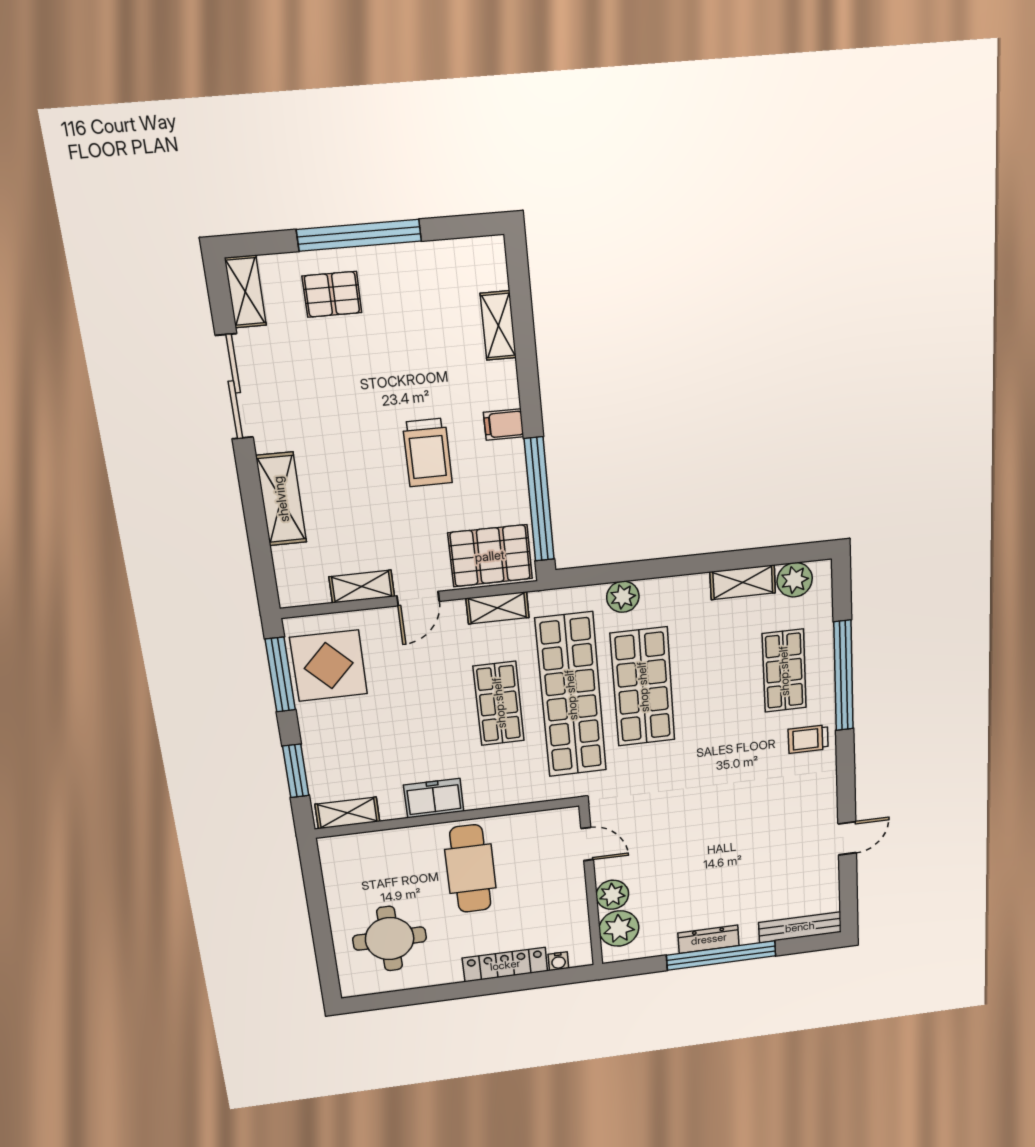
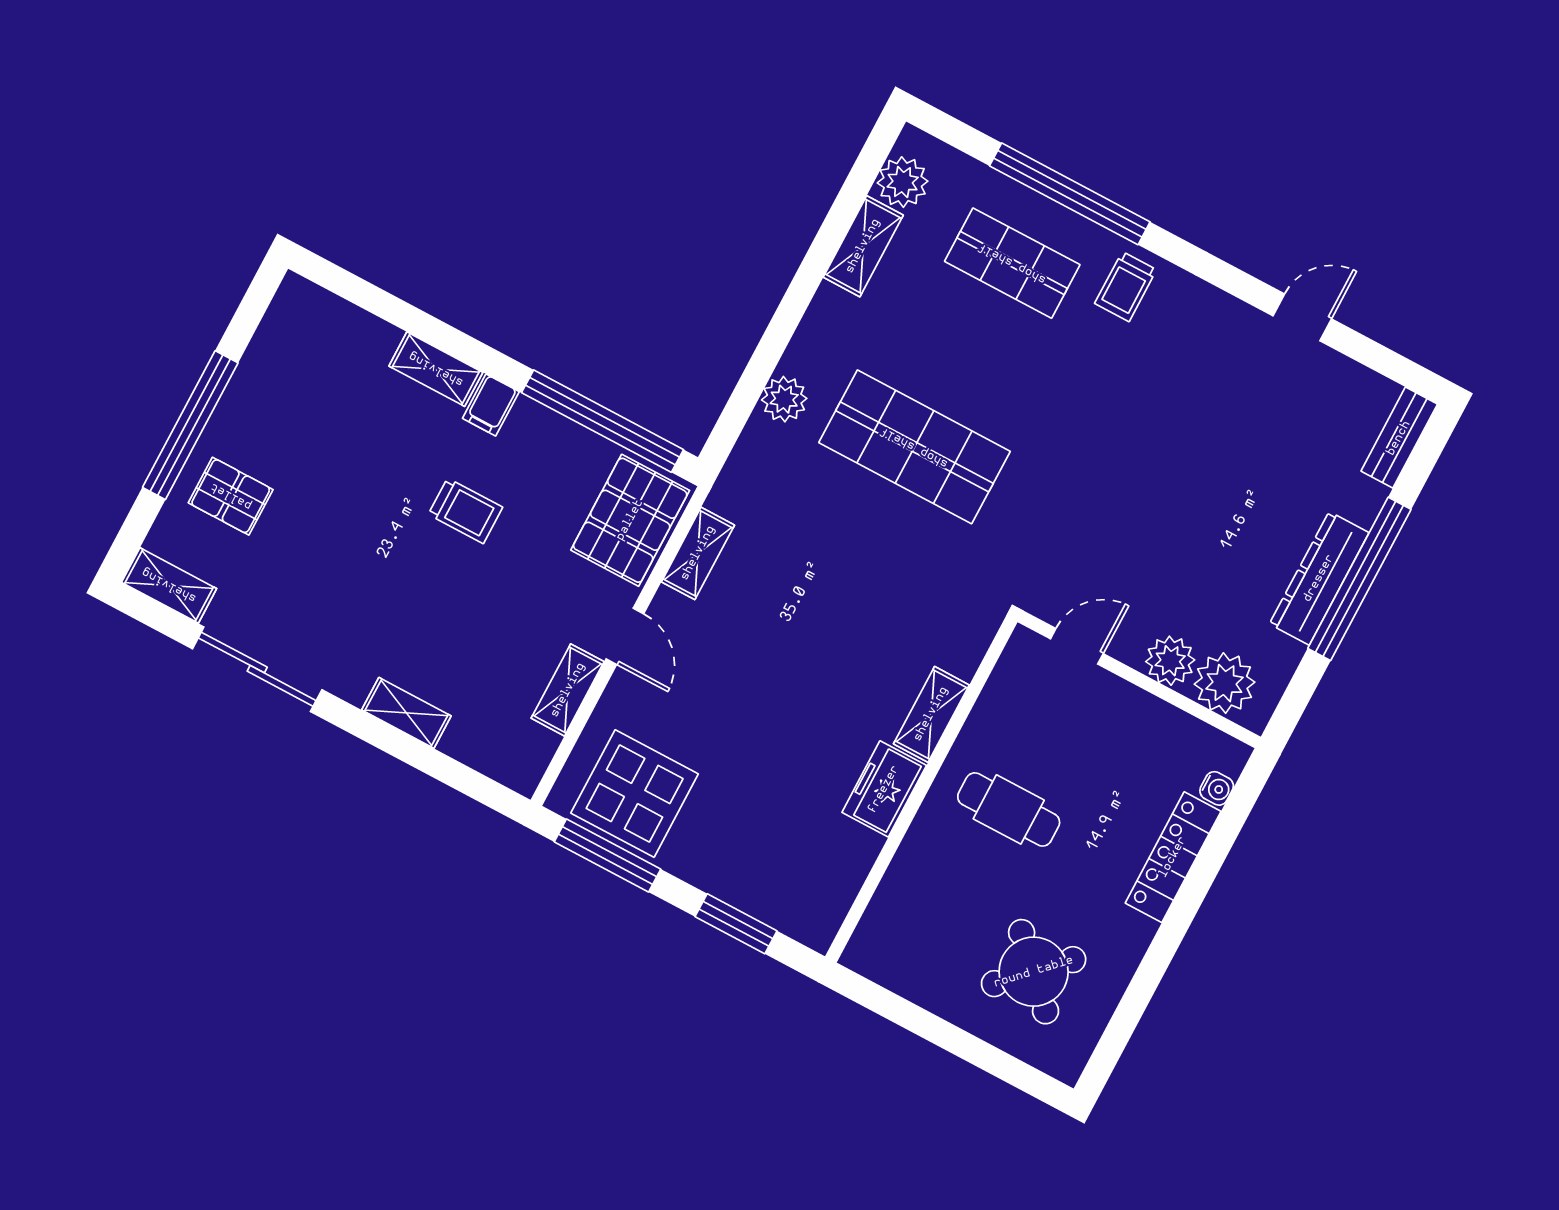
pallet: (332, 294) -> (231, 496), turned 90
shelving: (498, 326) -> (436, 369), moved
trolley: (427, 453) -> (465, 511), width x0.73, depth x0.72
shelving: (281, 499) -> (406, 713), width x0.67, depth x0.75
shop shelf: (571, 695) -> (866, 539), removed
shop shelf: (499, 703) -> (817, 631), removed
shelving: (347, 813) -> (931, 714), moved
door: (847, 838) -> (1302, 317), hinge flipped
cafe table: (470, 869) -> (1009, 809), width x0.73, depth x0.74
bench: (800, 927) -> (1399, 438), width x0.73
round table: (390, 939) -> (1034, 972), turned 45
dresser: (709, 939) -> (1319, 578), width x1.37, depth x1.24

